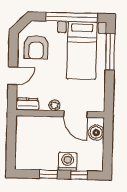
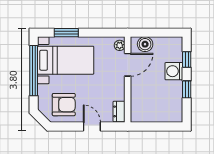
window: (110, 52) -> (66, 33), width x0.69
plant: (54, 105) -> (120, 45), moved

